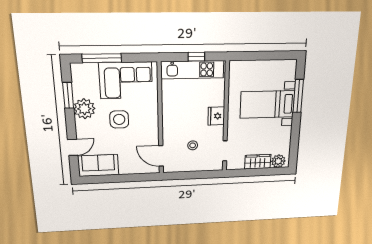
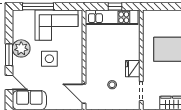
window: (68, 95) -> (9, 55), moved
fridge: (216, 116) -> (133, 69), moved
door: (73, 147) -> (9, 82), hinge flipped

